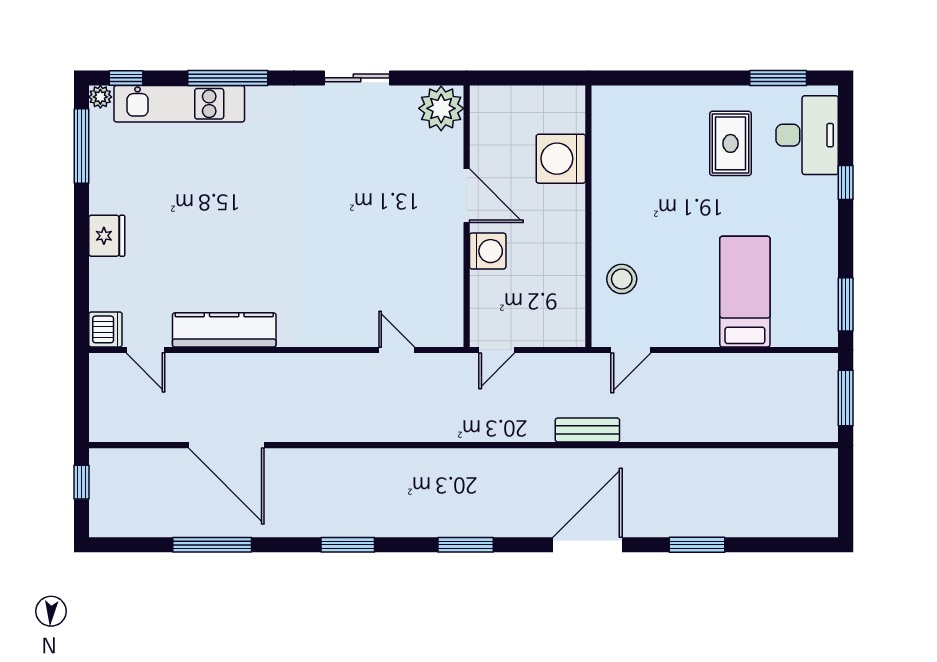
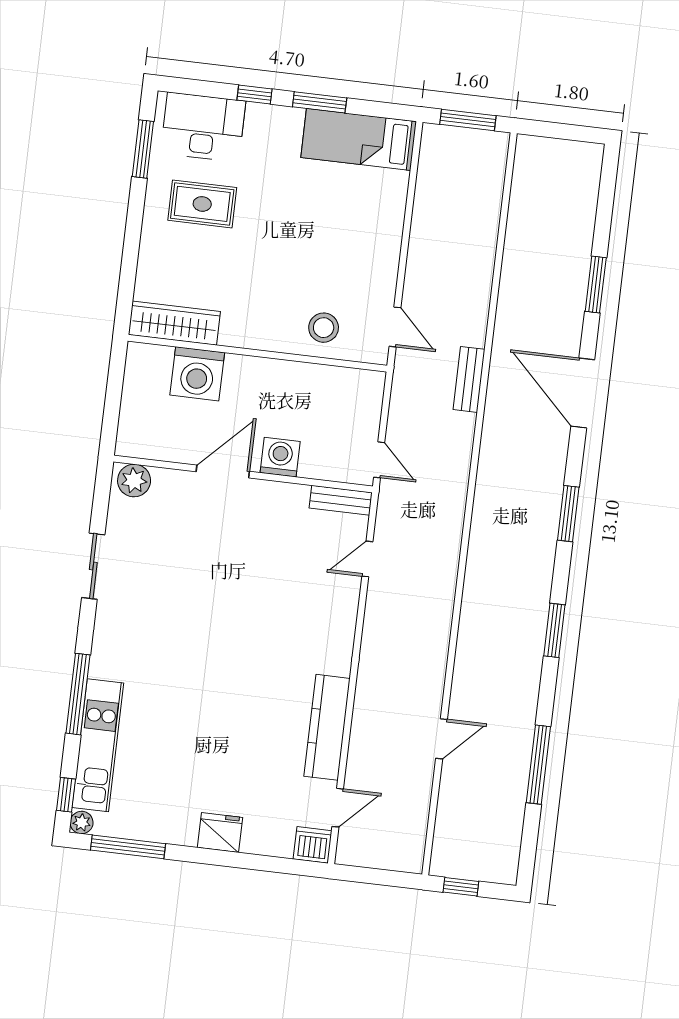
plant: (441, 108) -> (134, 480), width x0.73, depth x0.73
wardrobe: (609, 130) -> (174, 323), added
bed: (745, 292) -> (359, 139), moved
window: (846, 304) -> (320, 102), moved
bench: (452, 317) -> (341, 500), added
door: (226, 445) -> (441, 739), width x0.53

